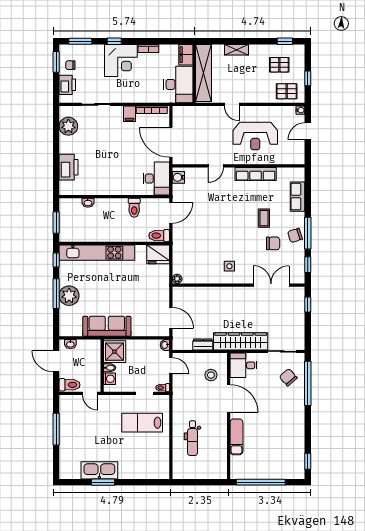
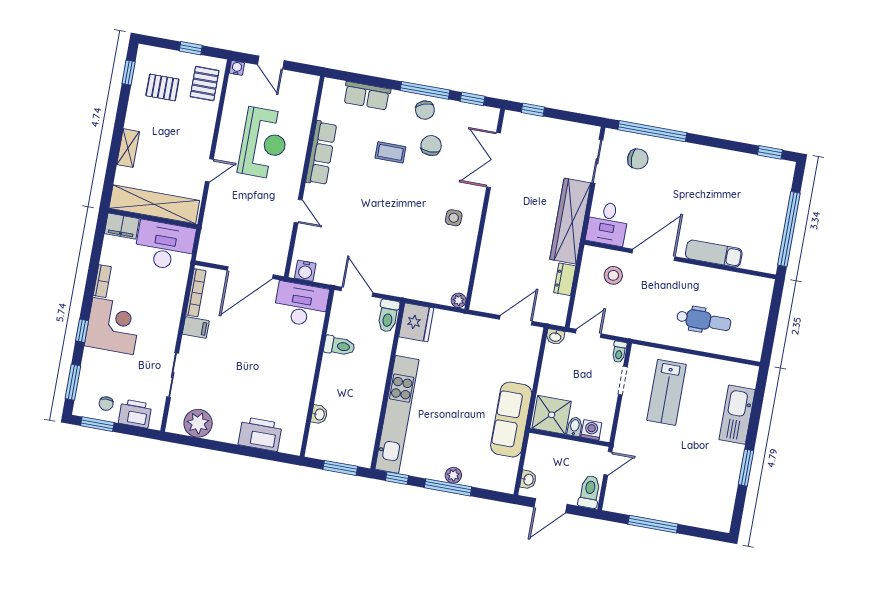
pallet: (279, 65) -> (162, 87), turned 90
plant: (69, 296) -> (453, 475), width x0.53, depth x0.53
chair: (288, 377) -> (638, 159), turned -139
kitchen sink: (99, 470) -> (737, 415), moved

